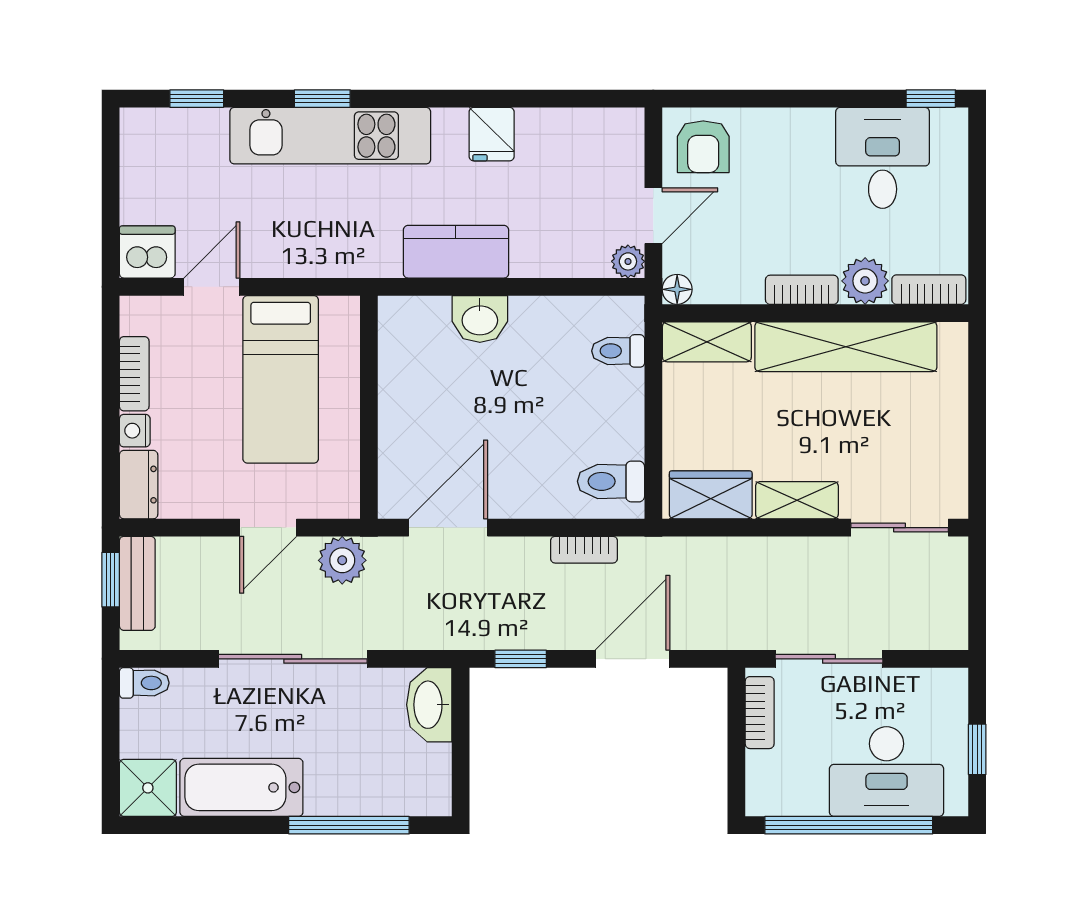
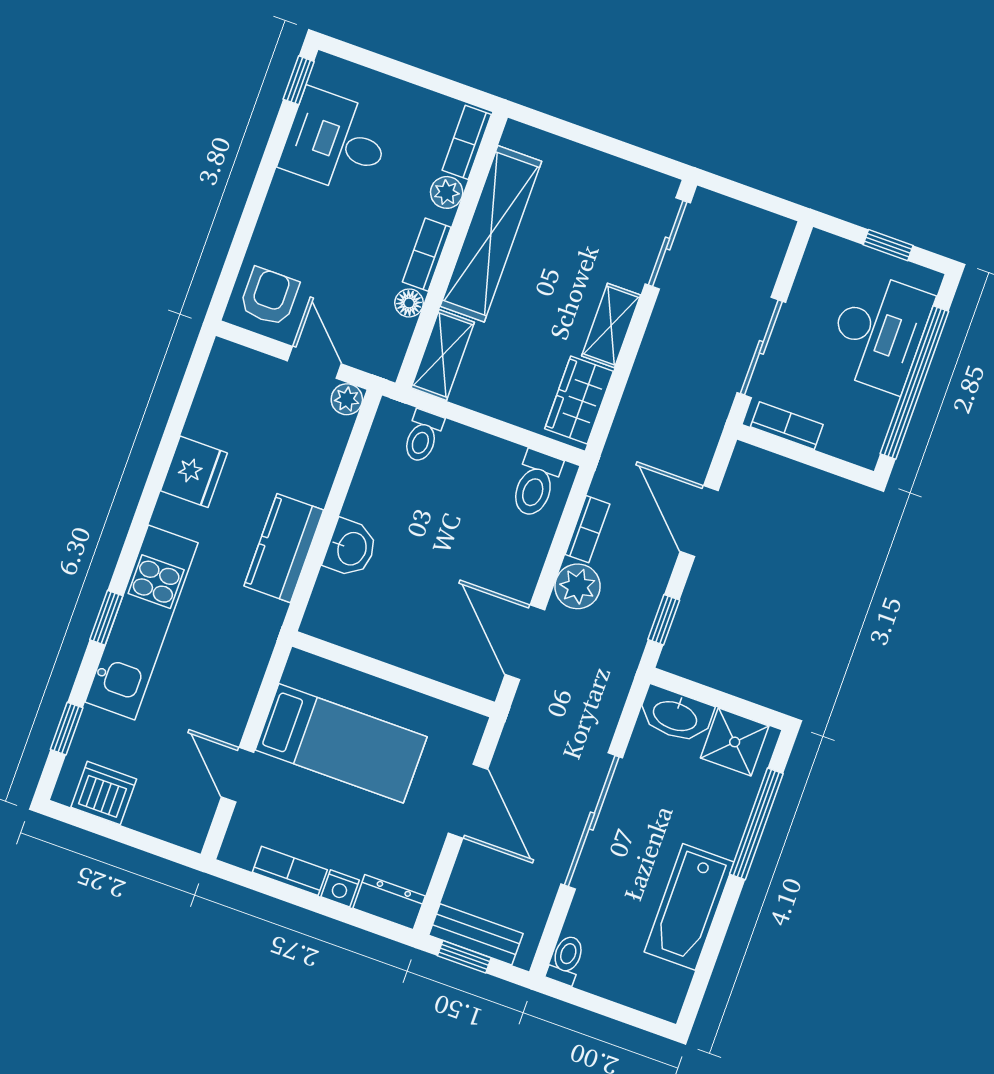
fridge: (492, 134) -> (194, 472), width x1.38
armchair: (703, 147) -> (269, 297), turned -90
dishwasher: (147, 252) -> (104, 793), moved, turned 90
plant: (865, 281) -> (447, 192), width x0.73, depth x0.73
floor lamp: (677, 289) -> (409, 303), moved
door: (268, 528) -> (468, 801), width x1.38
plant: (342, 560) -> (578, 586), moved
shower: (148, 788) -> (735, 742), moved

